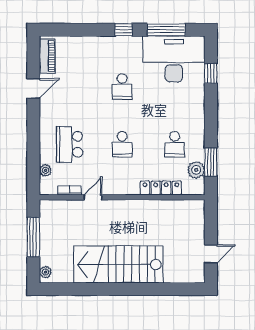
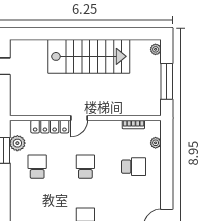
school desk: (70, 144) -> (134, 167), width x0.54
door: (93, 197) -> (79, 118), moved

